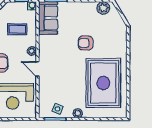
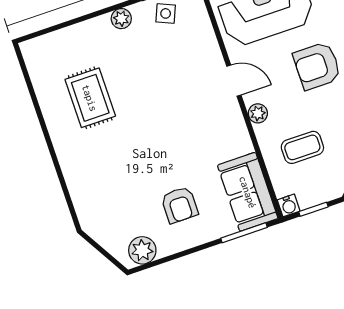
armchair: (86, 43) -> (180, 205), moved, turned 90
rug: (103, 83) -> (90, 98), width x0.54, depth x0.49

